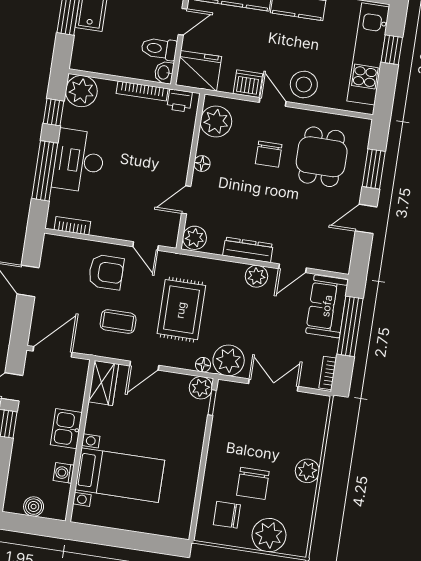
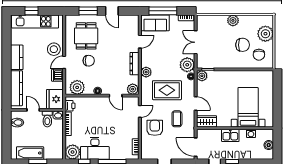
dining table: (322, 157) -> (86, 36), turned 90
desk: (79, 161) -> (95, 148), moved
door: (292, 268) -> (140, 42), hinge flipped
plant: (256, 276) -> (146, 72), moved

